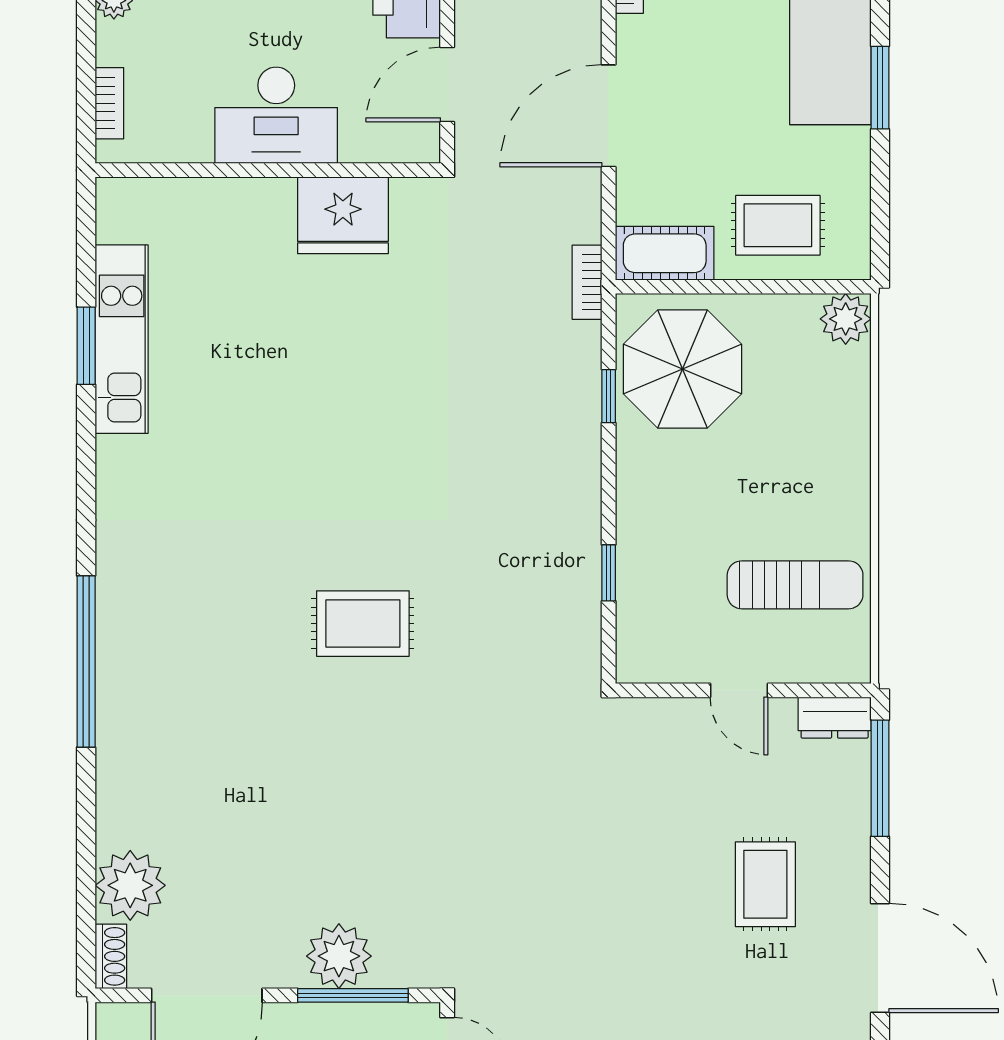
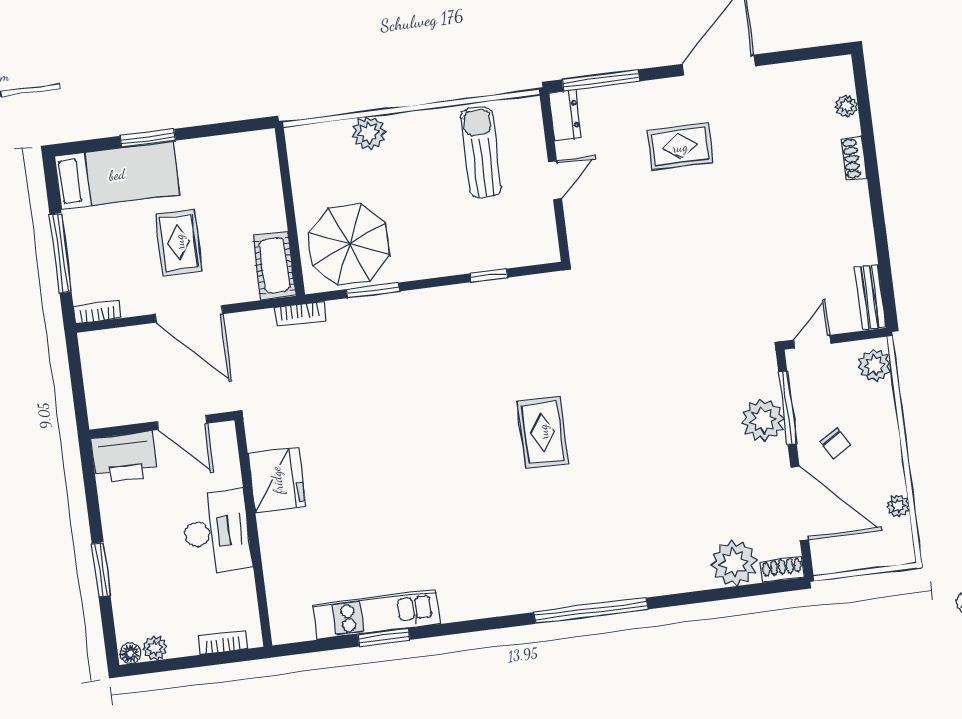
rug: (778, 225) -> (179, 242), moved
plant: (846, 319) -> (369, 133), moved
window: (609, 396) -> (373, 290), width x1.50

